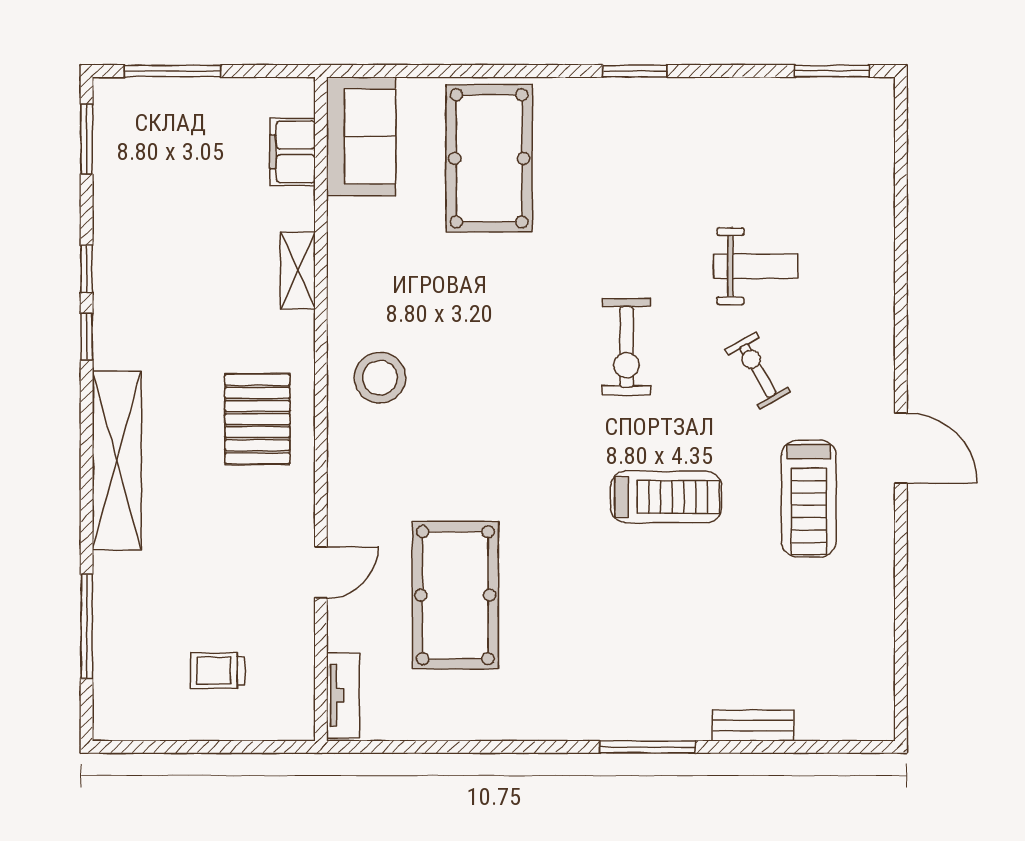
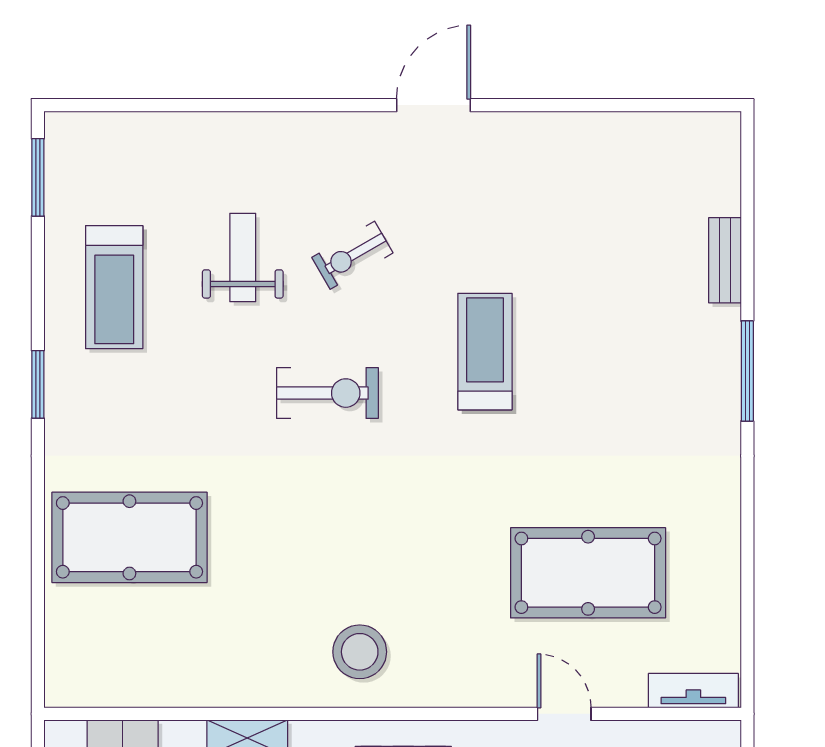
sofa: (361, 136) -> (106, 672), removed
treadmill: (809, 499) -> (114, 287), moved, turned 90

